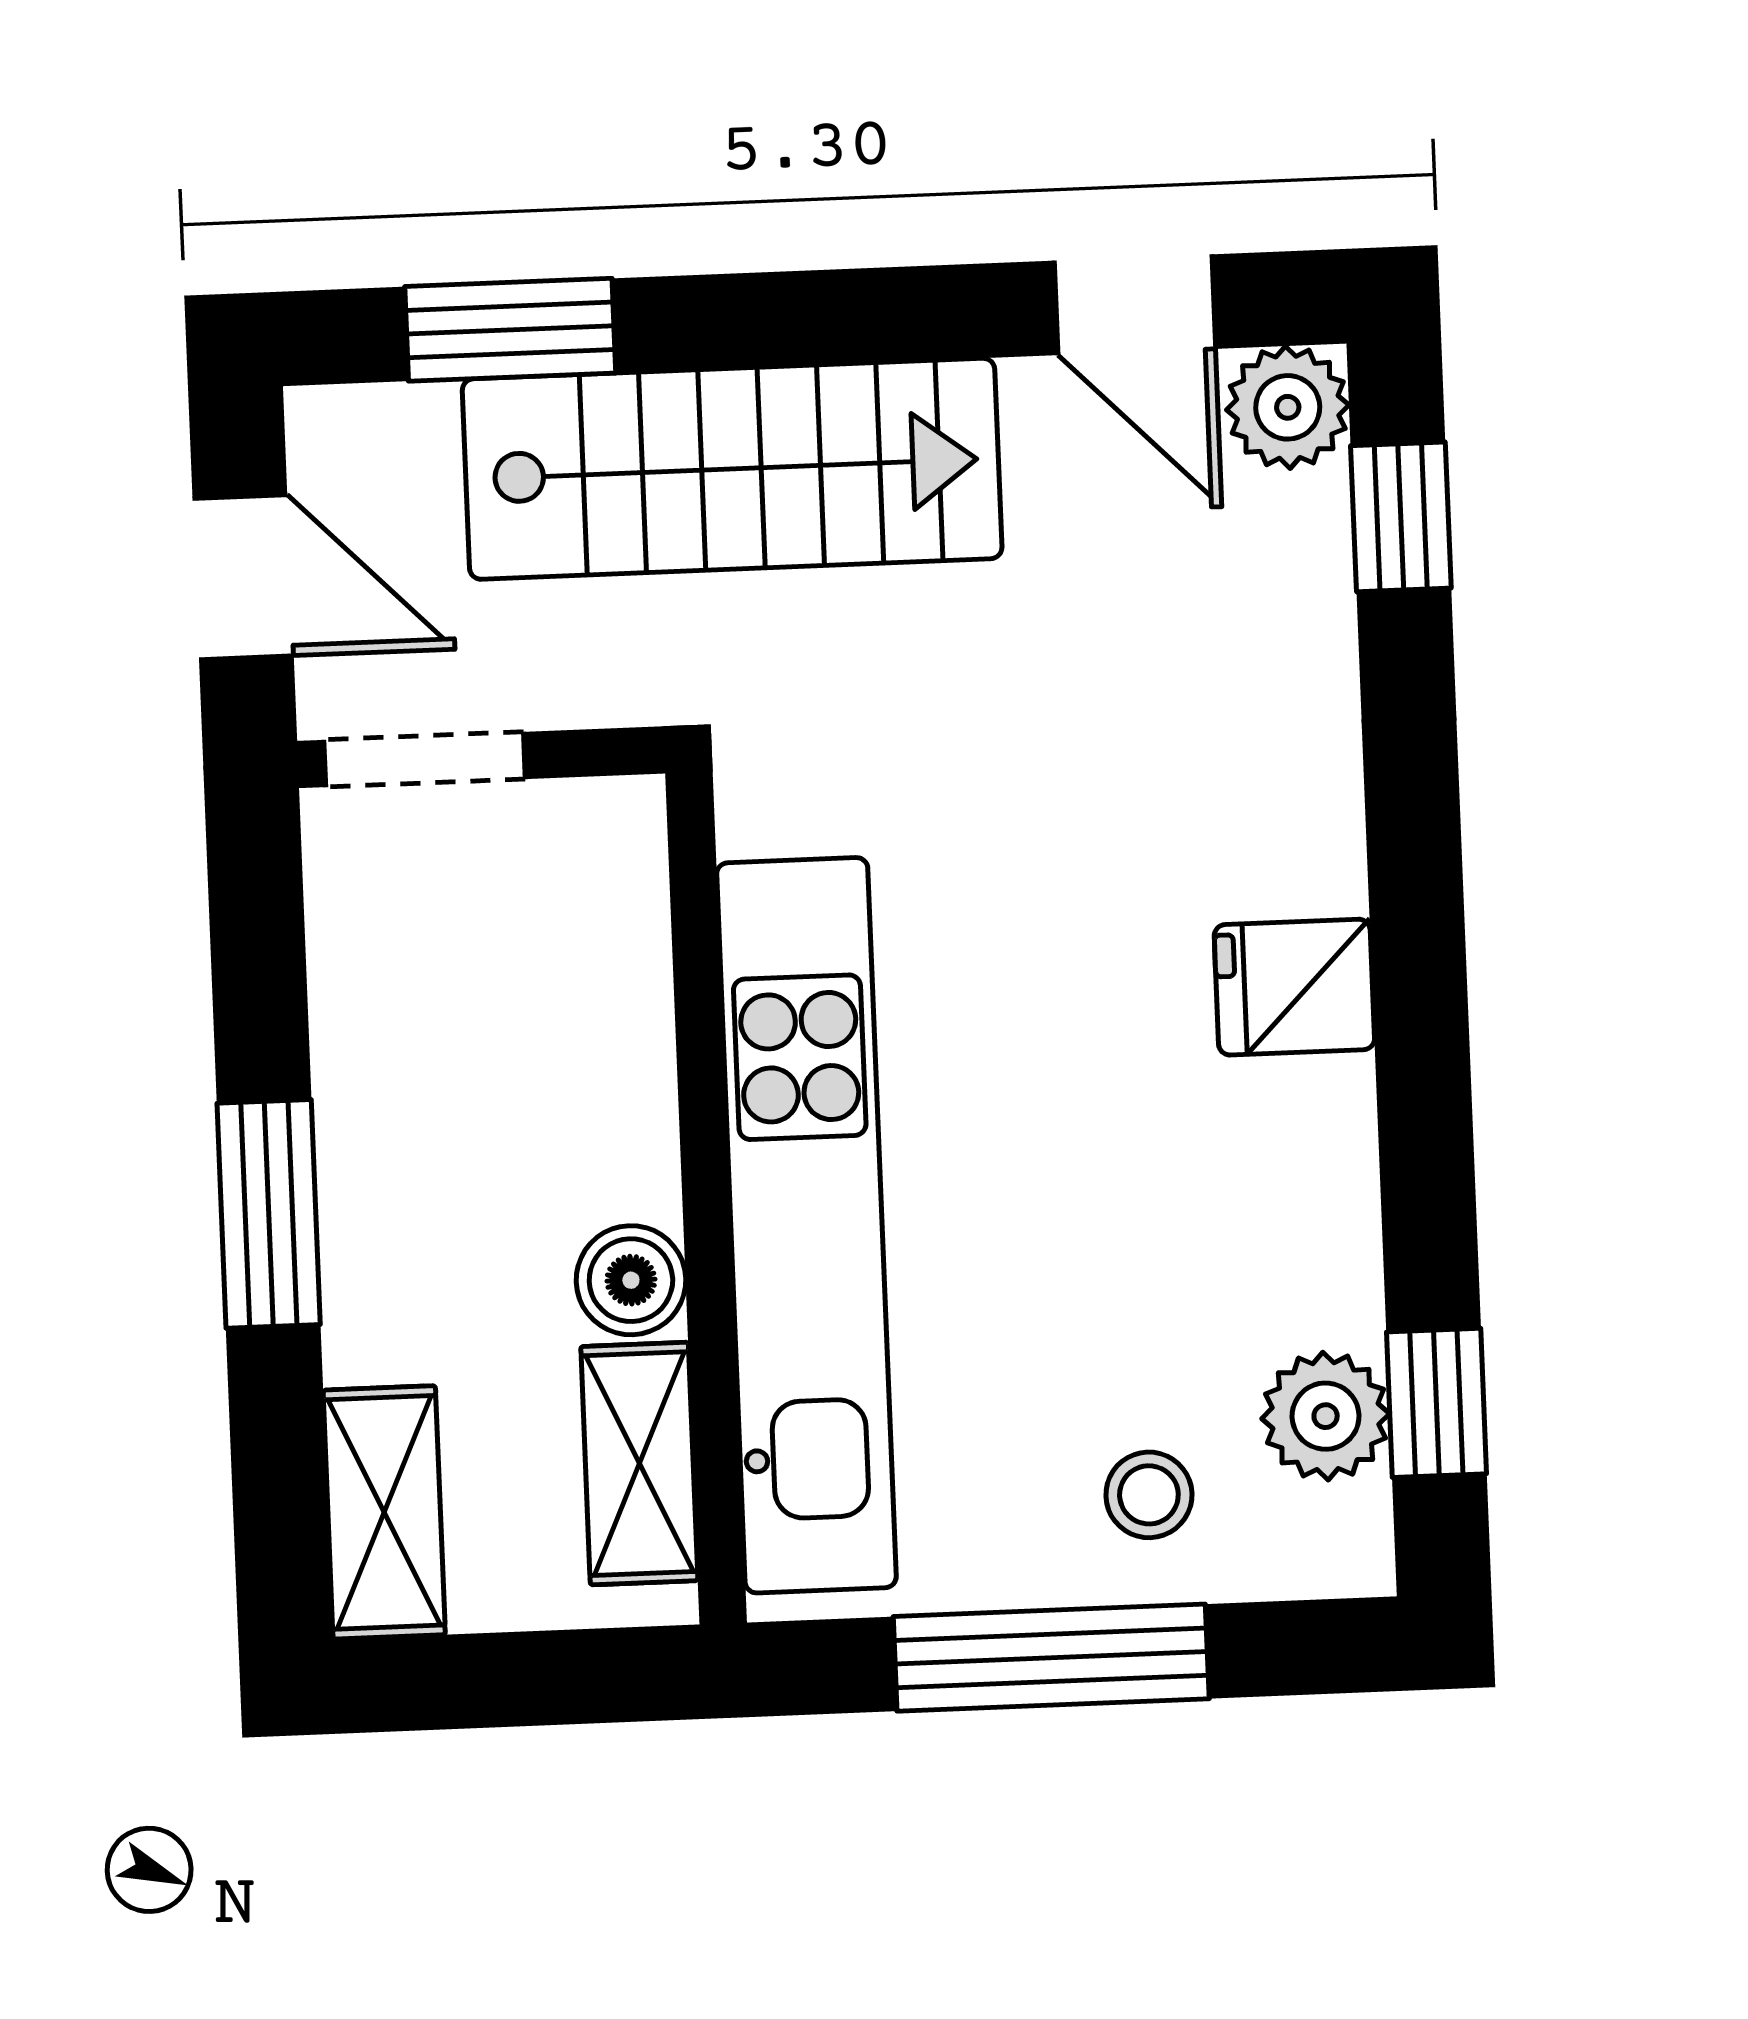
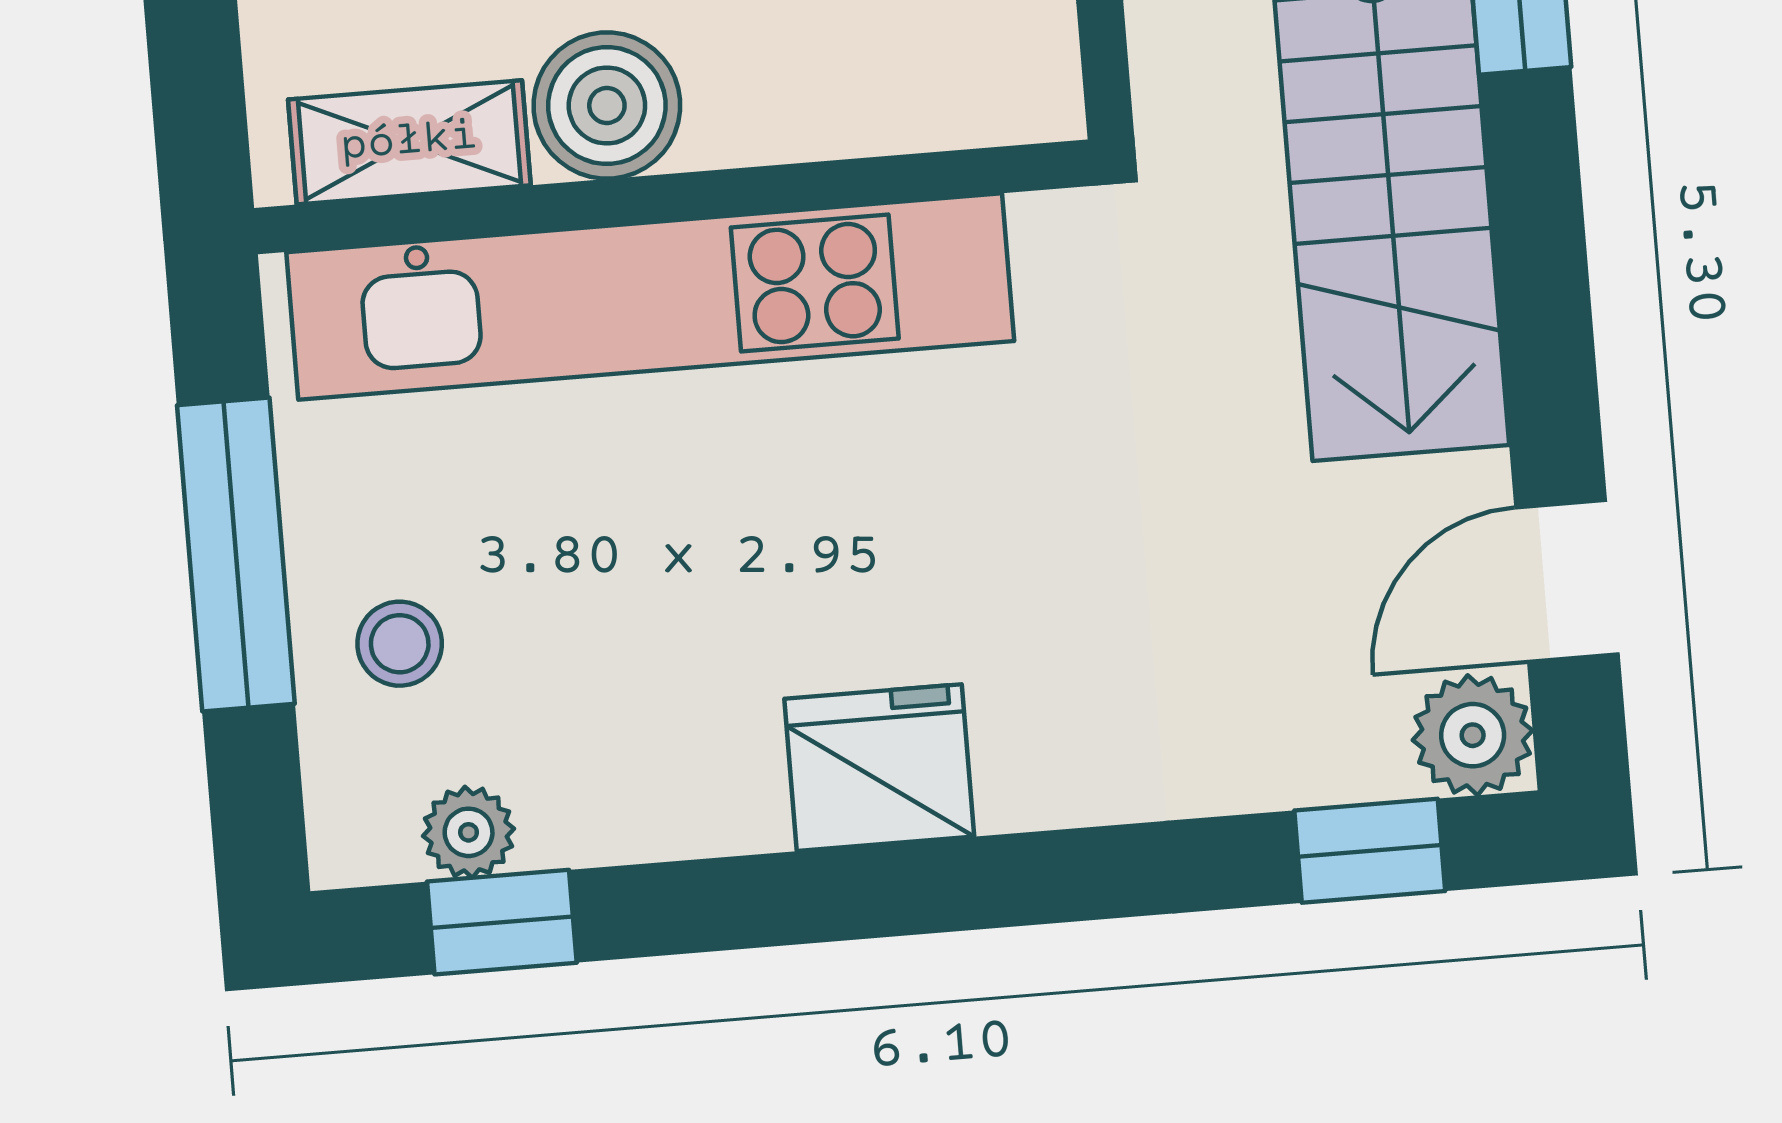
fridge: (1294, 987) -> (879, 768), width x1.38
boiler: (631, 1280) -> (607, 105), width x1.36, depth x1.36
plant: (1326, 1416) -> (469, 832), width x0.73, depth x0.73

